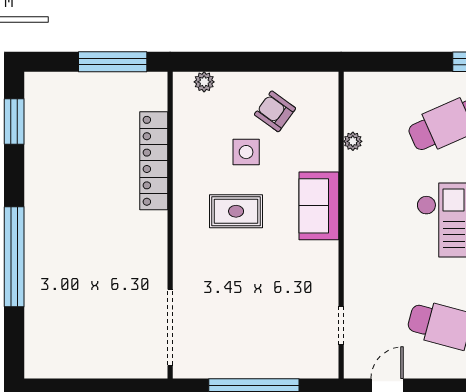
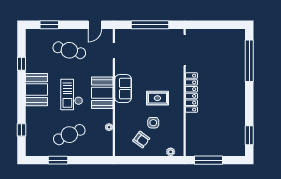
locker: (154, 161) -> (191, 93), moved
sofa: (319, 206) -> (123, 89), moved
booth: (369, 224) -> (102, 93), added
window: (14, 257) -> (249, 61), moved

